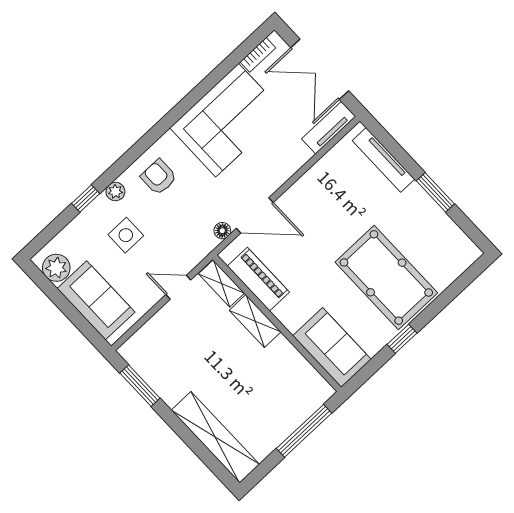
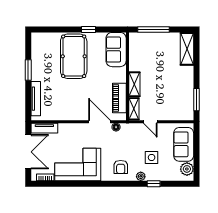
shelving: (215, 437) -> (187, 49), width x0.68

